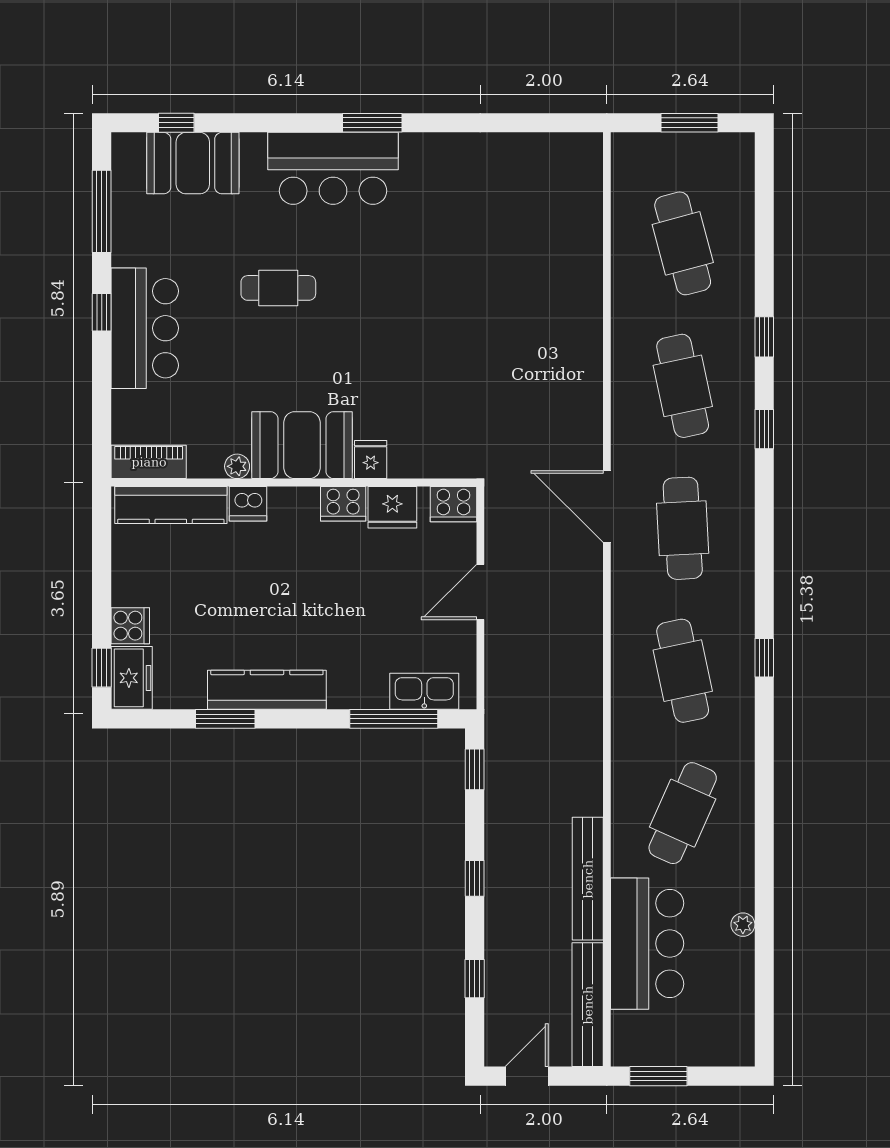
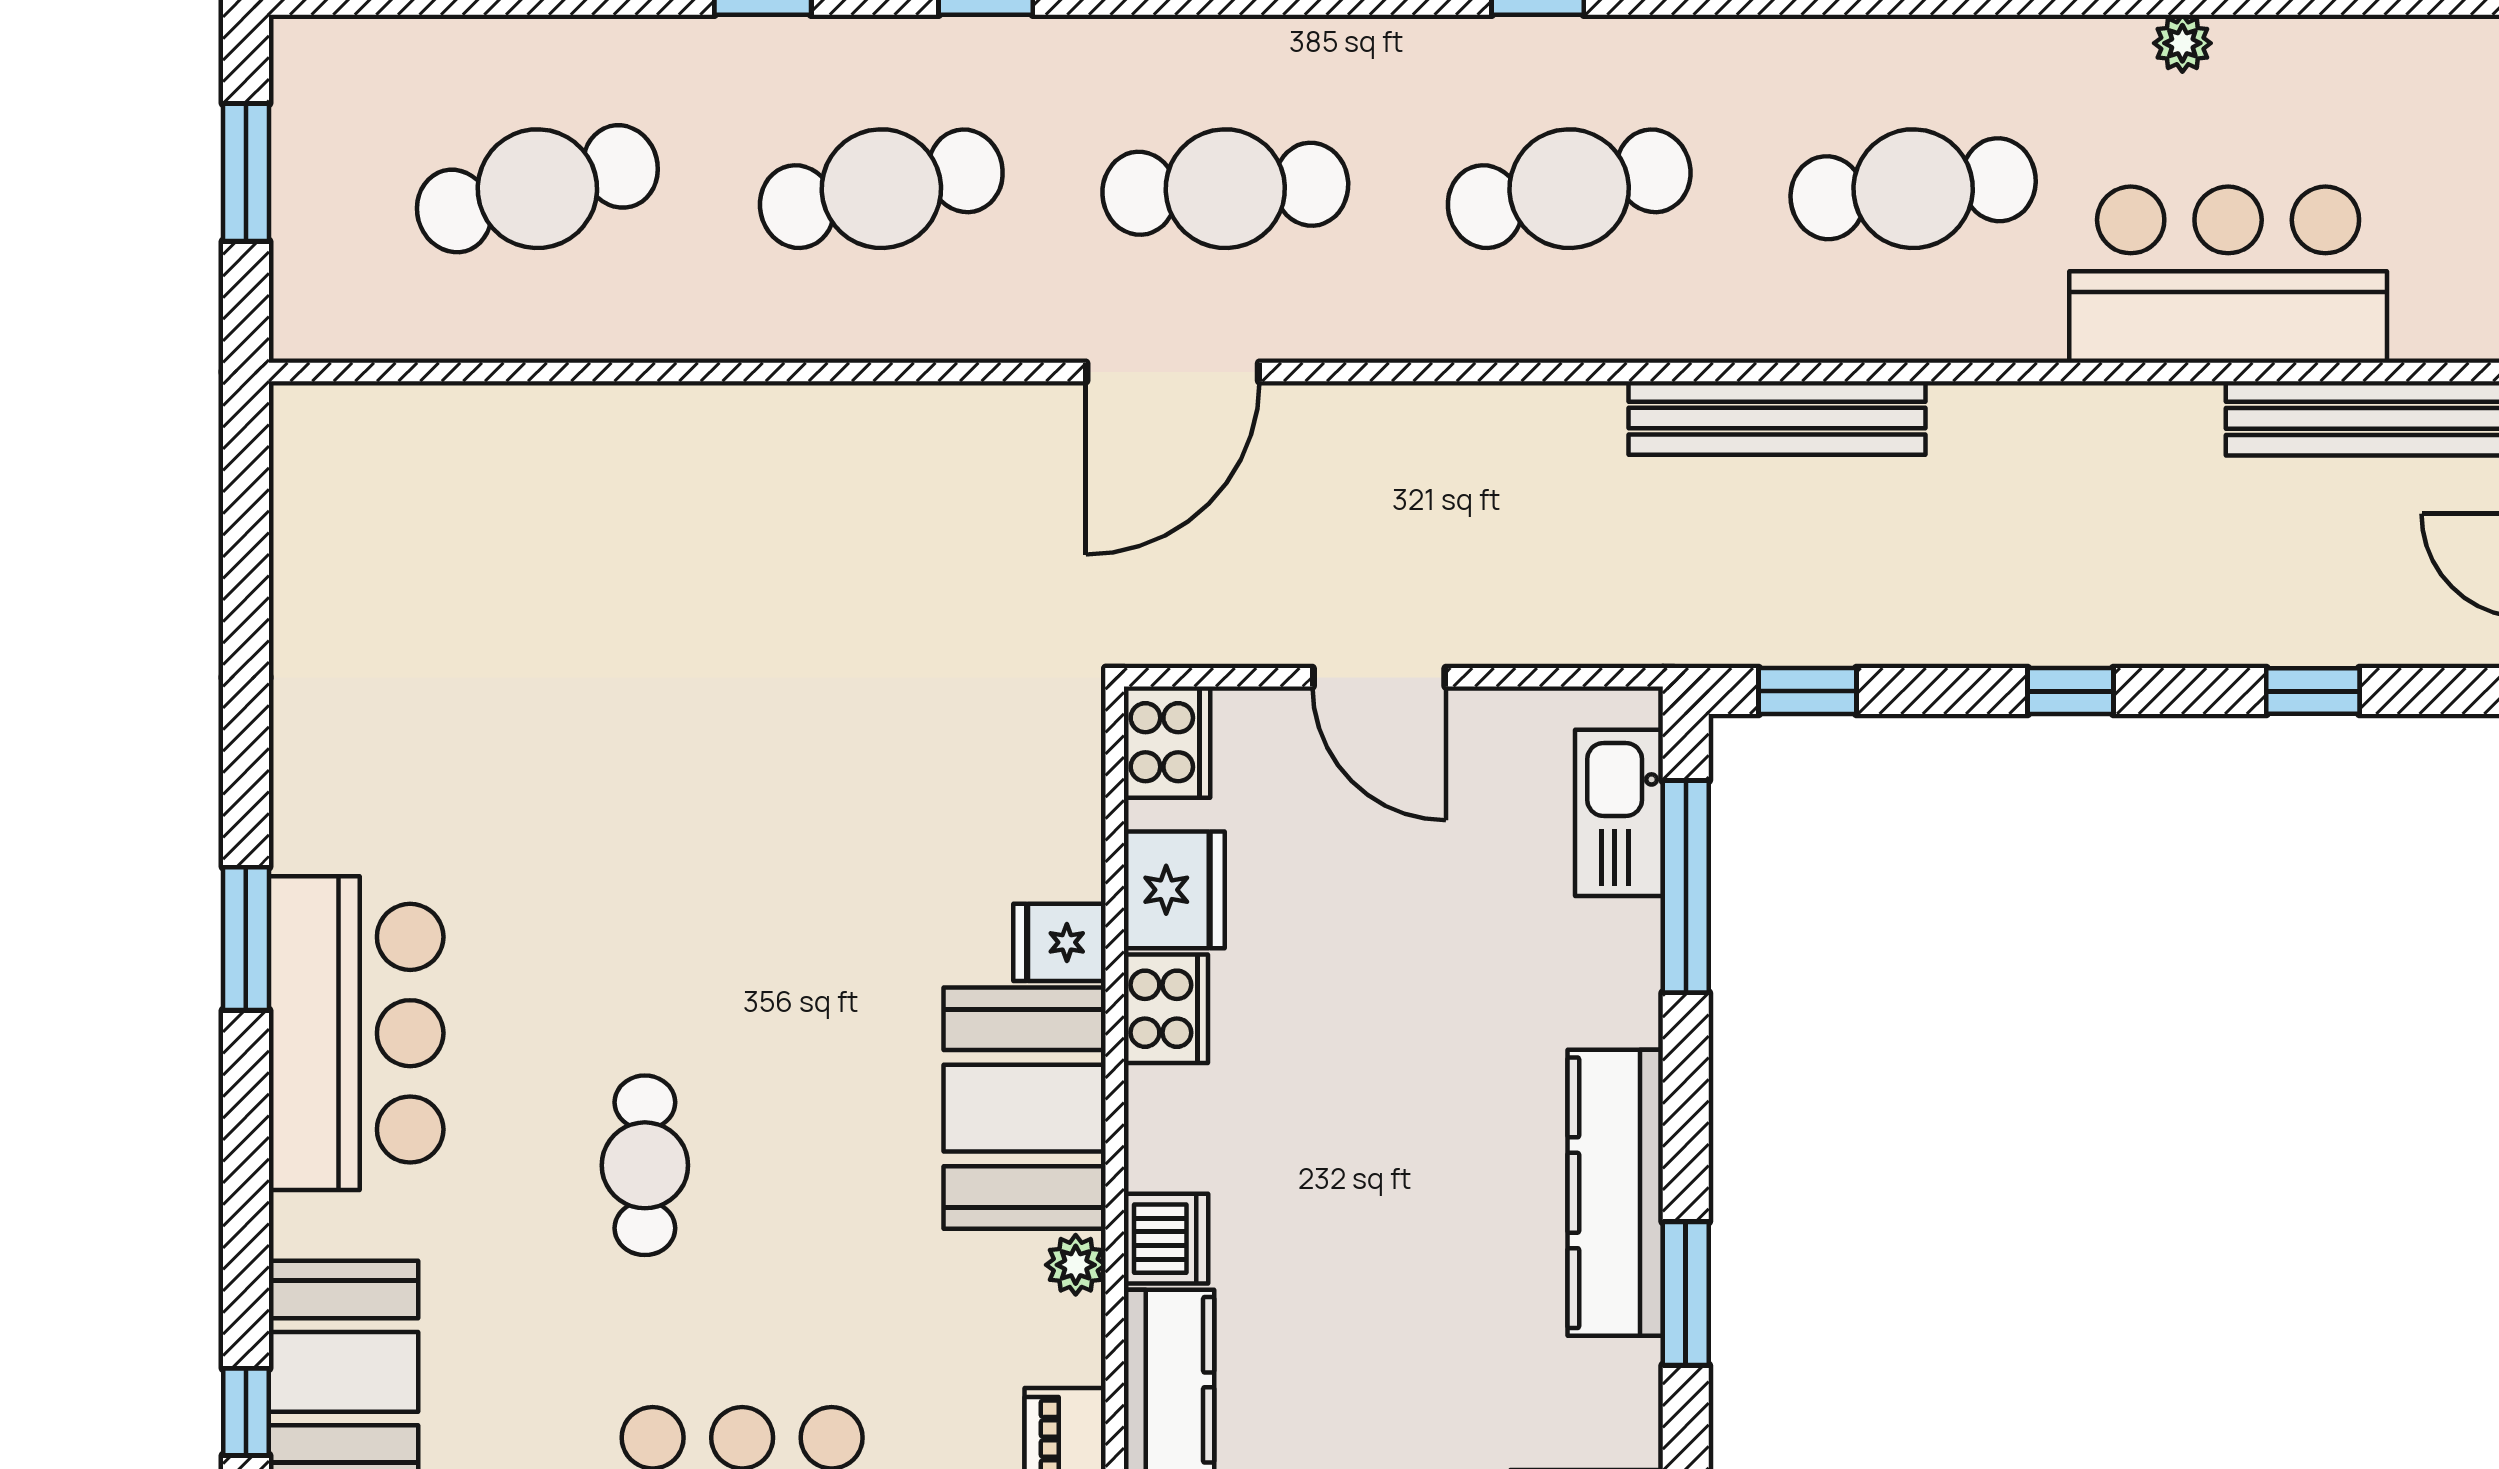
cafe table: (683, 813) -> (1913, 189), turned -30
bench: (588, 879) -> (1777, 418), moved

